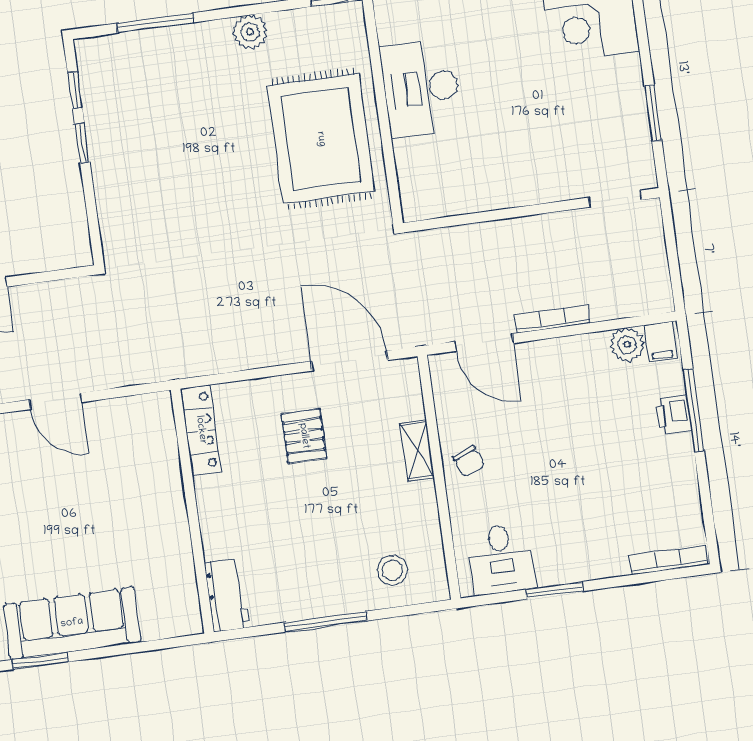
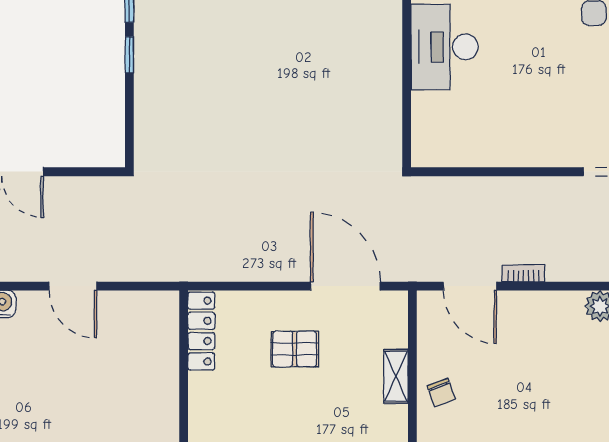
rug: (321, 139) -> (347, 80), removed
bookcase: (553, 319) -> (523, 273), width x0.64
pallet: (304, 436) -> (295, 349), turned 90

